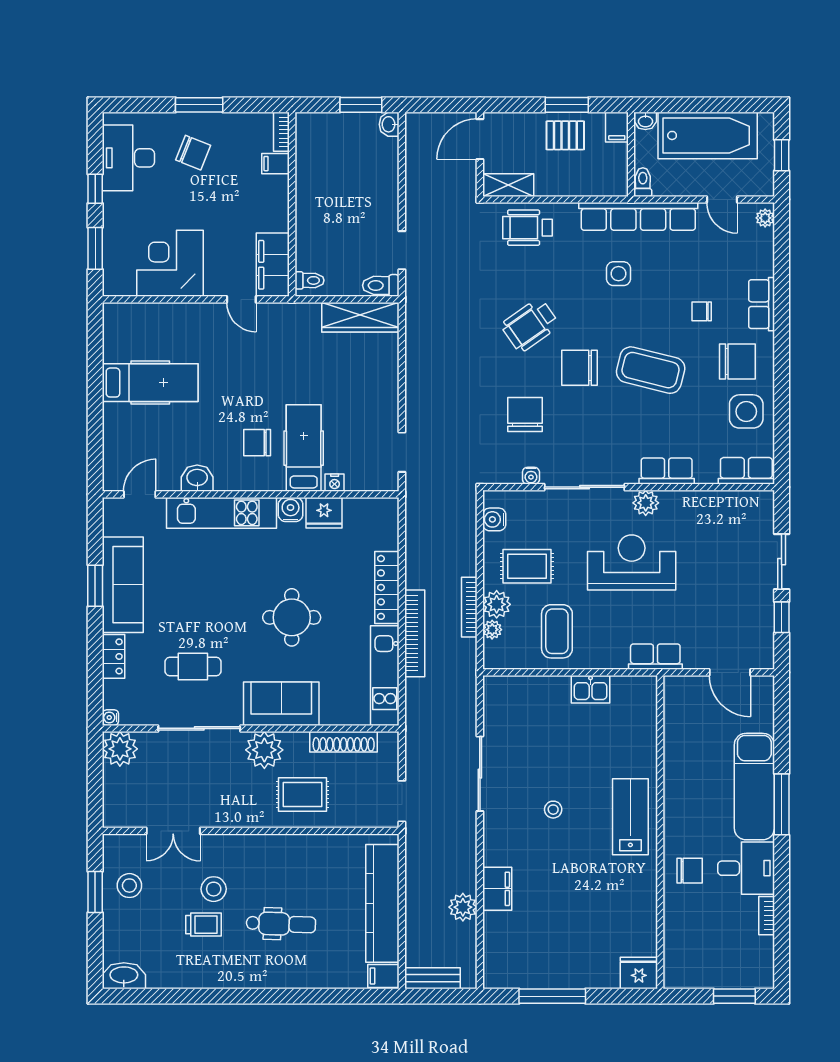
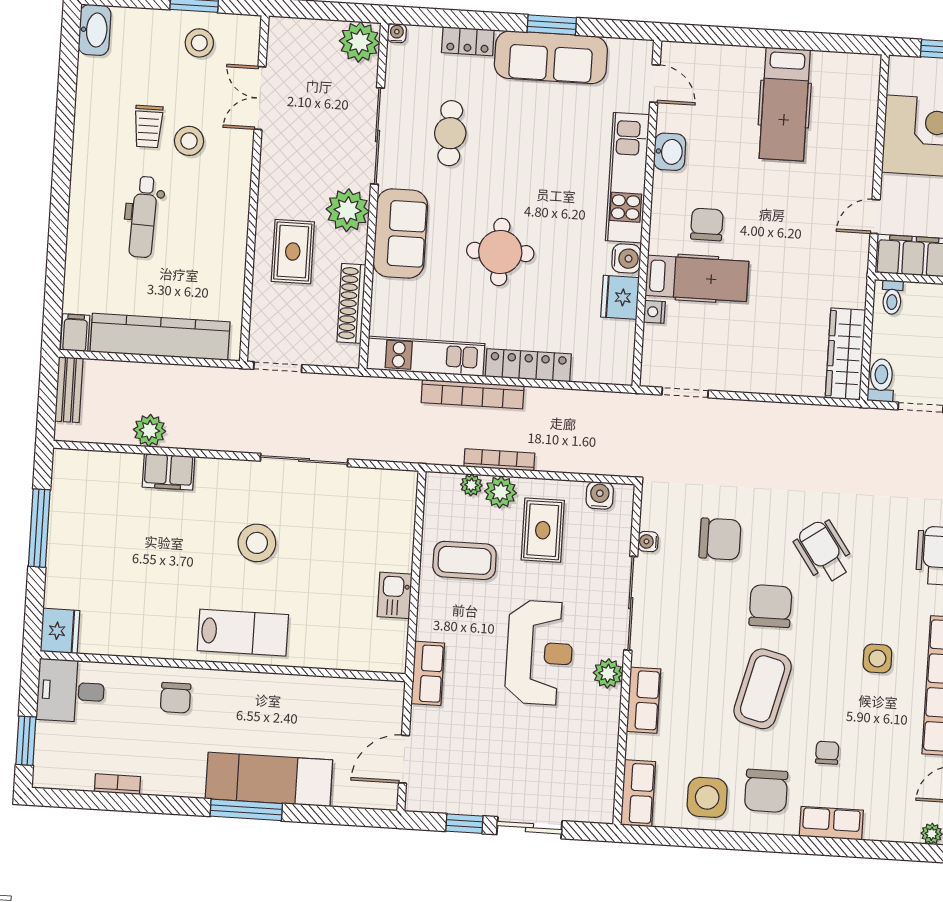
stool: (553, 810) -> (257, 543), width x1.89, depth x1.89
desk: (746, 868) -> (71, 691), moved, turned 90

